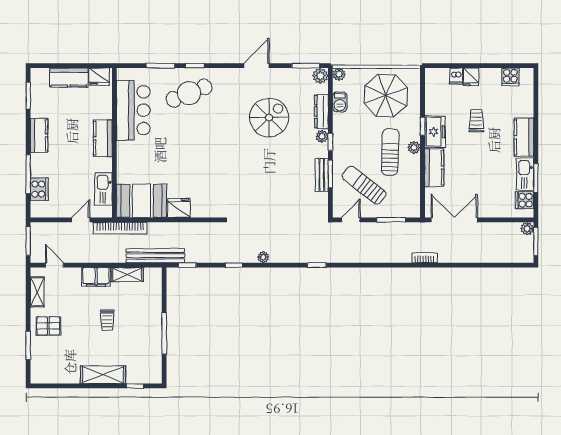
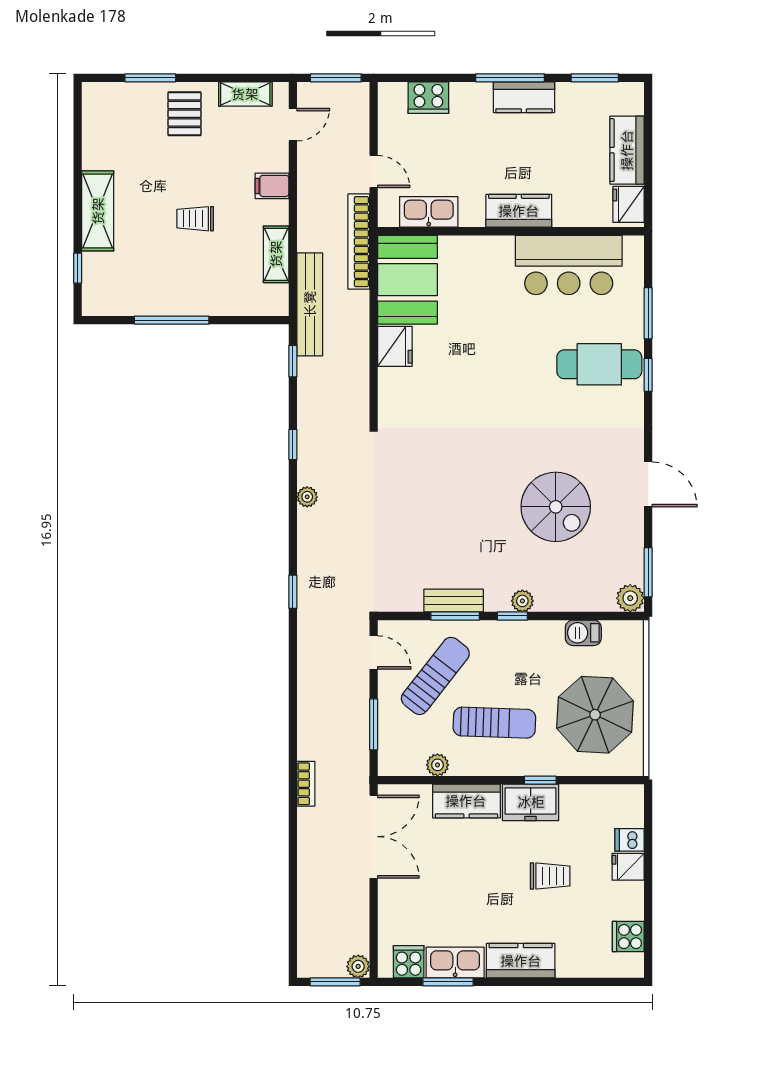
plant: (339, 74) -> (633, 631), removed
cafe table: (189, 93) -> (599, 364), turned -68
dresser: (321, 111) -> (567, 600), removed
plant: (414, 148) -> (437, 765), moved
window: (28, 174) -> (510, 78), moved
filing cabinet: (96, 277) -> (272, 186), width x0.50

